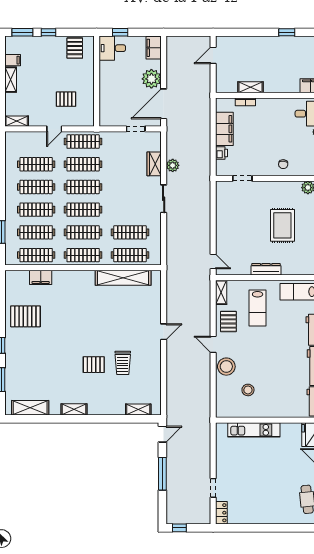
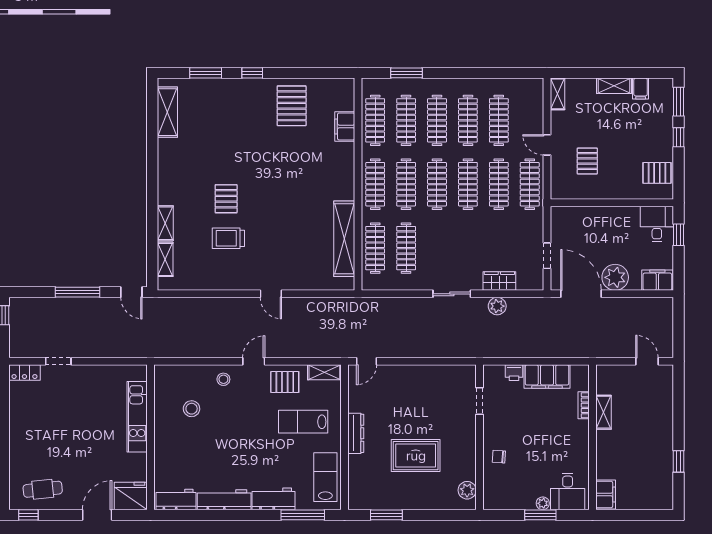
stool: (226, 367) -> (223, 379), width x0.53, depth x0.53
shelving: (74, 409) -> (165, 223), moved

